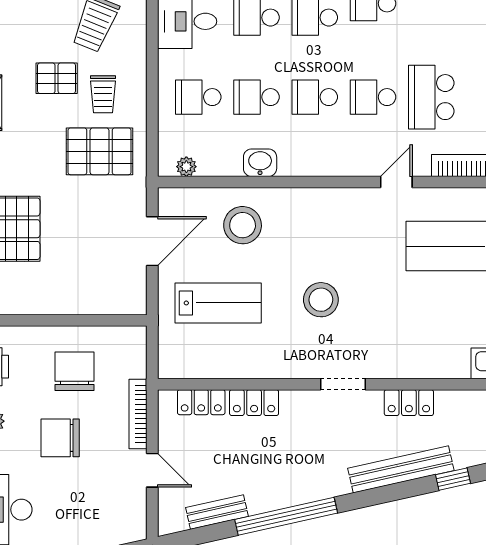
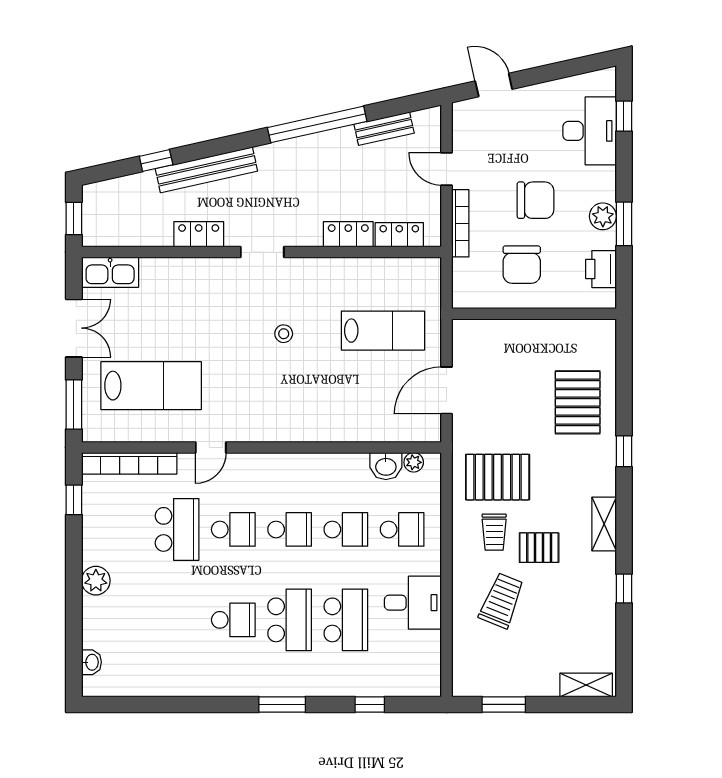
trolley: (103, 94) -> (494, 532), turned 180
washbasin: (260, 163) -> (386, 466), moved
stool: (243, 225) -> (359, 406), removed
stool: (321, 300) -> (284, 334), width x0.53, depth x0.53
lab bench: (218, 303) -> (383, 331), turned 180

